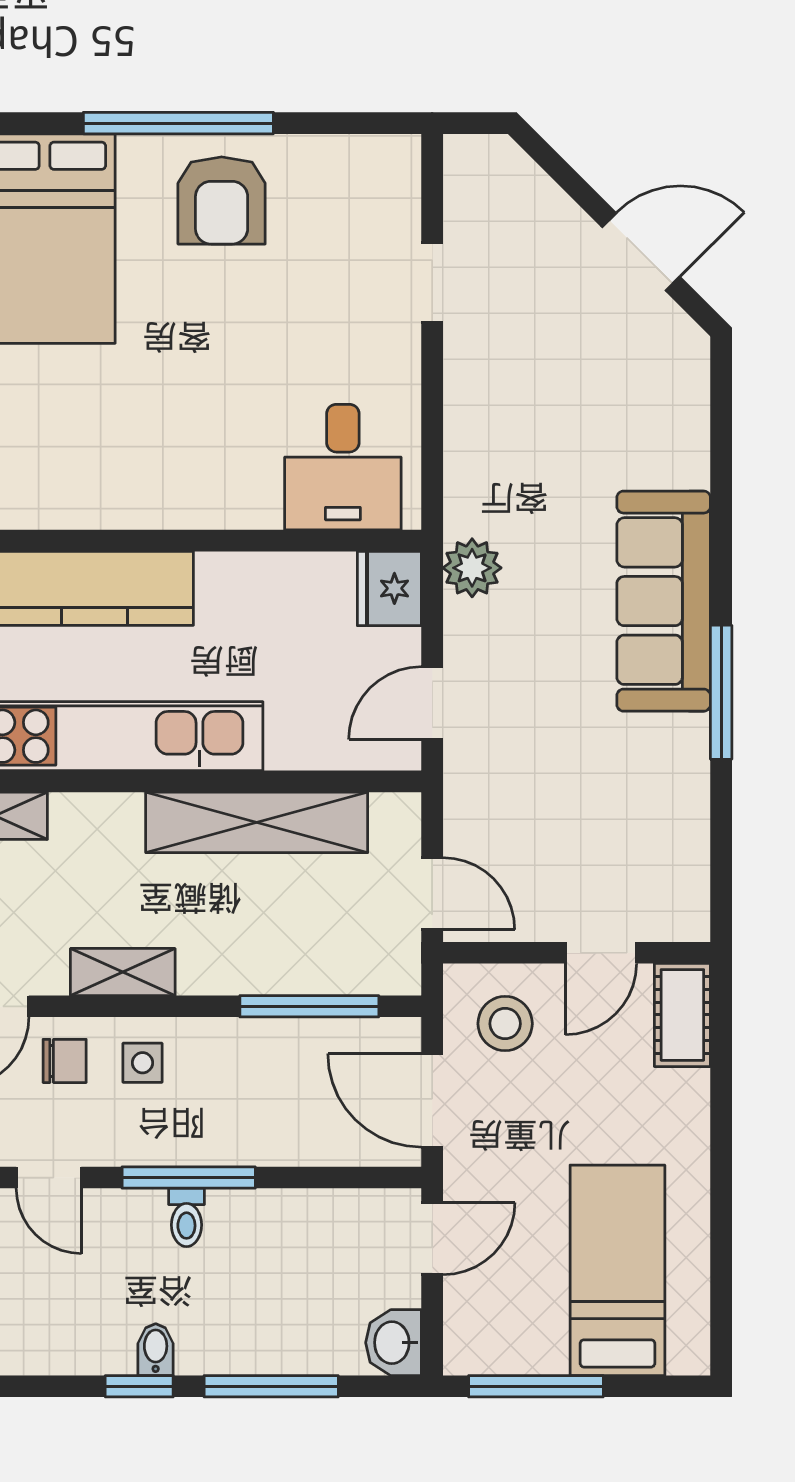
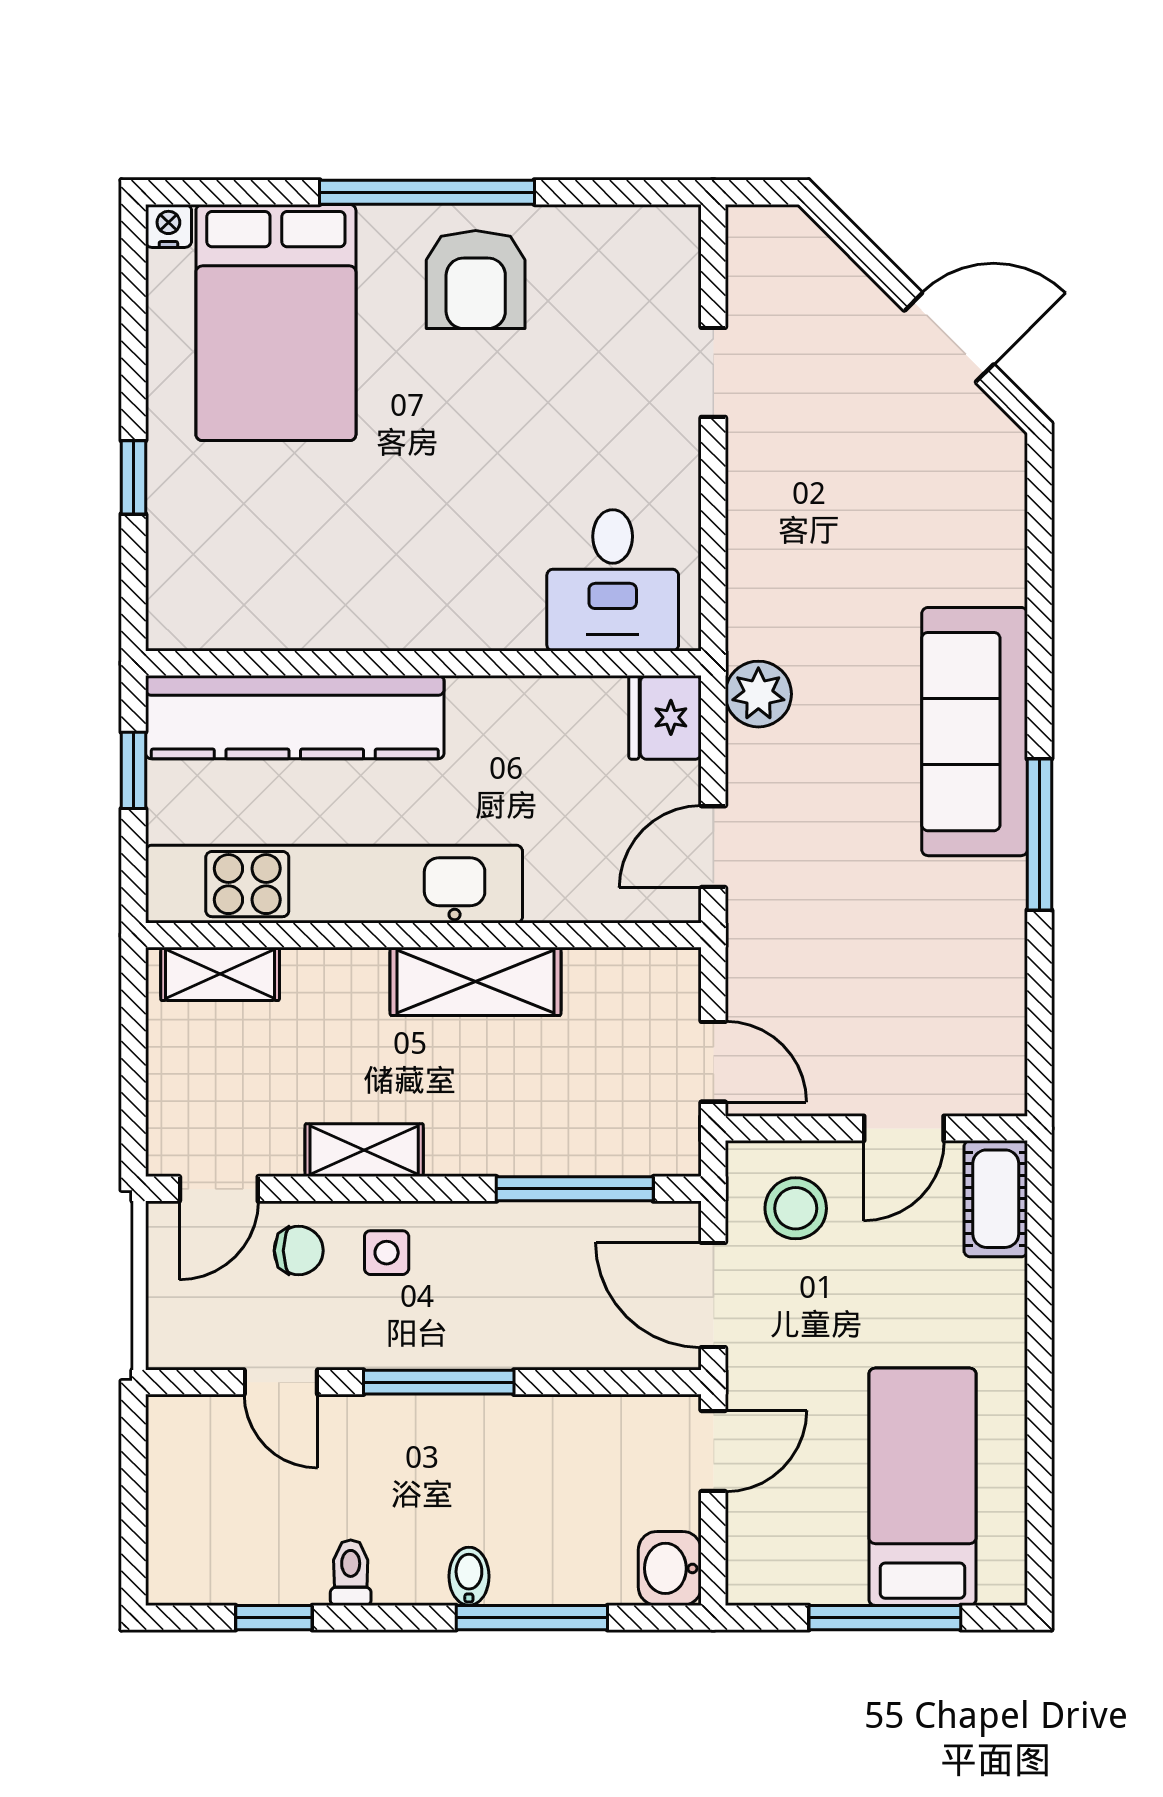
shelving: (257, 822) -> (475, 981), width x0.68
toilet: (186, 1217) -> (351, 1573), moved, turned 180
bidet: (156, 1350) -> (469, 1576), moved
window: (139, 1386) -> (274, 1618), moved
window: (536, 1386) -> (885, 1618), moved

